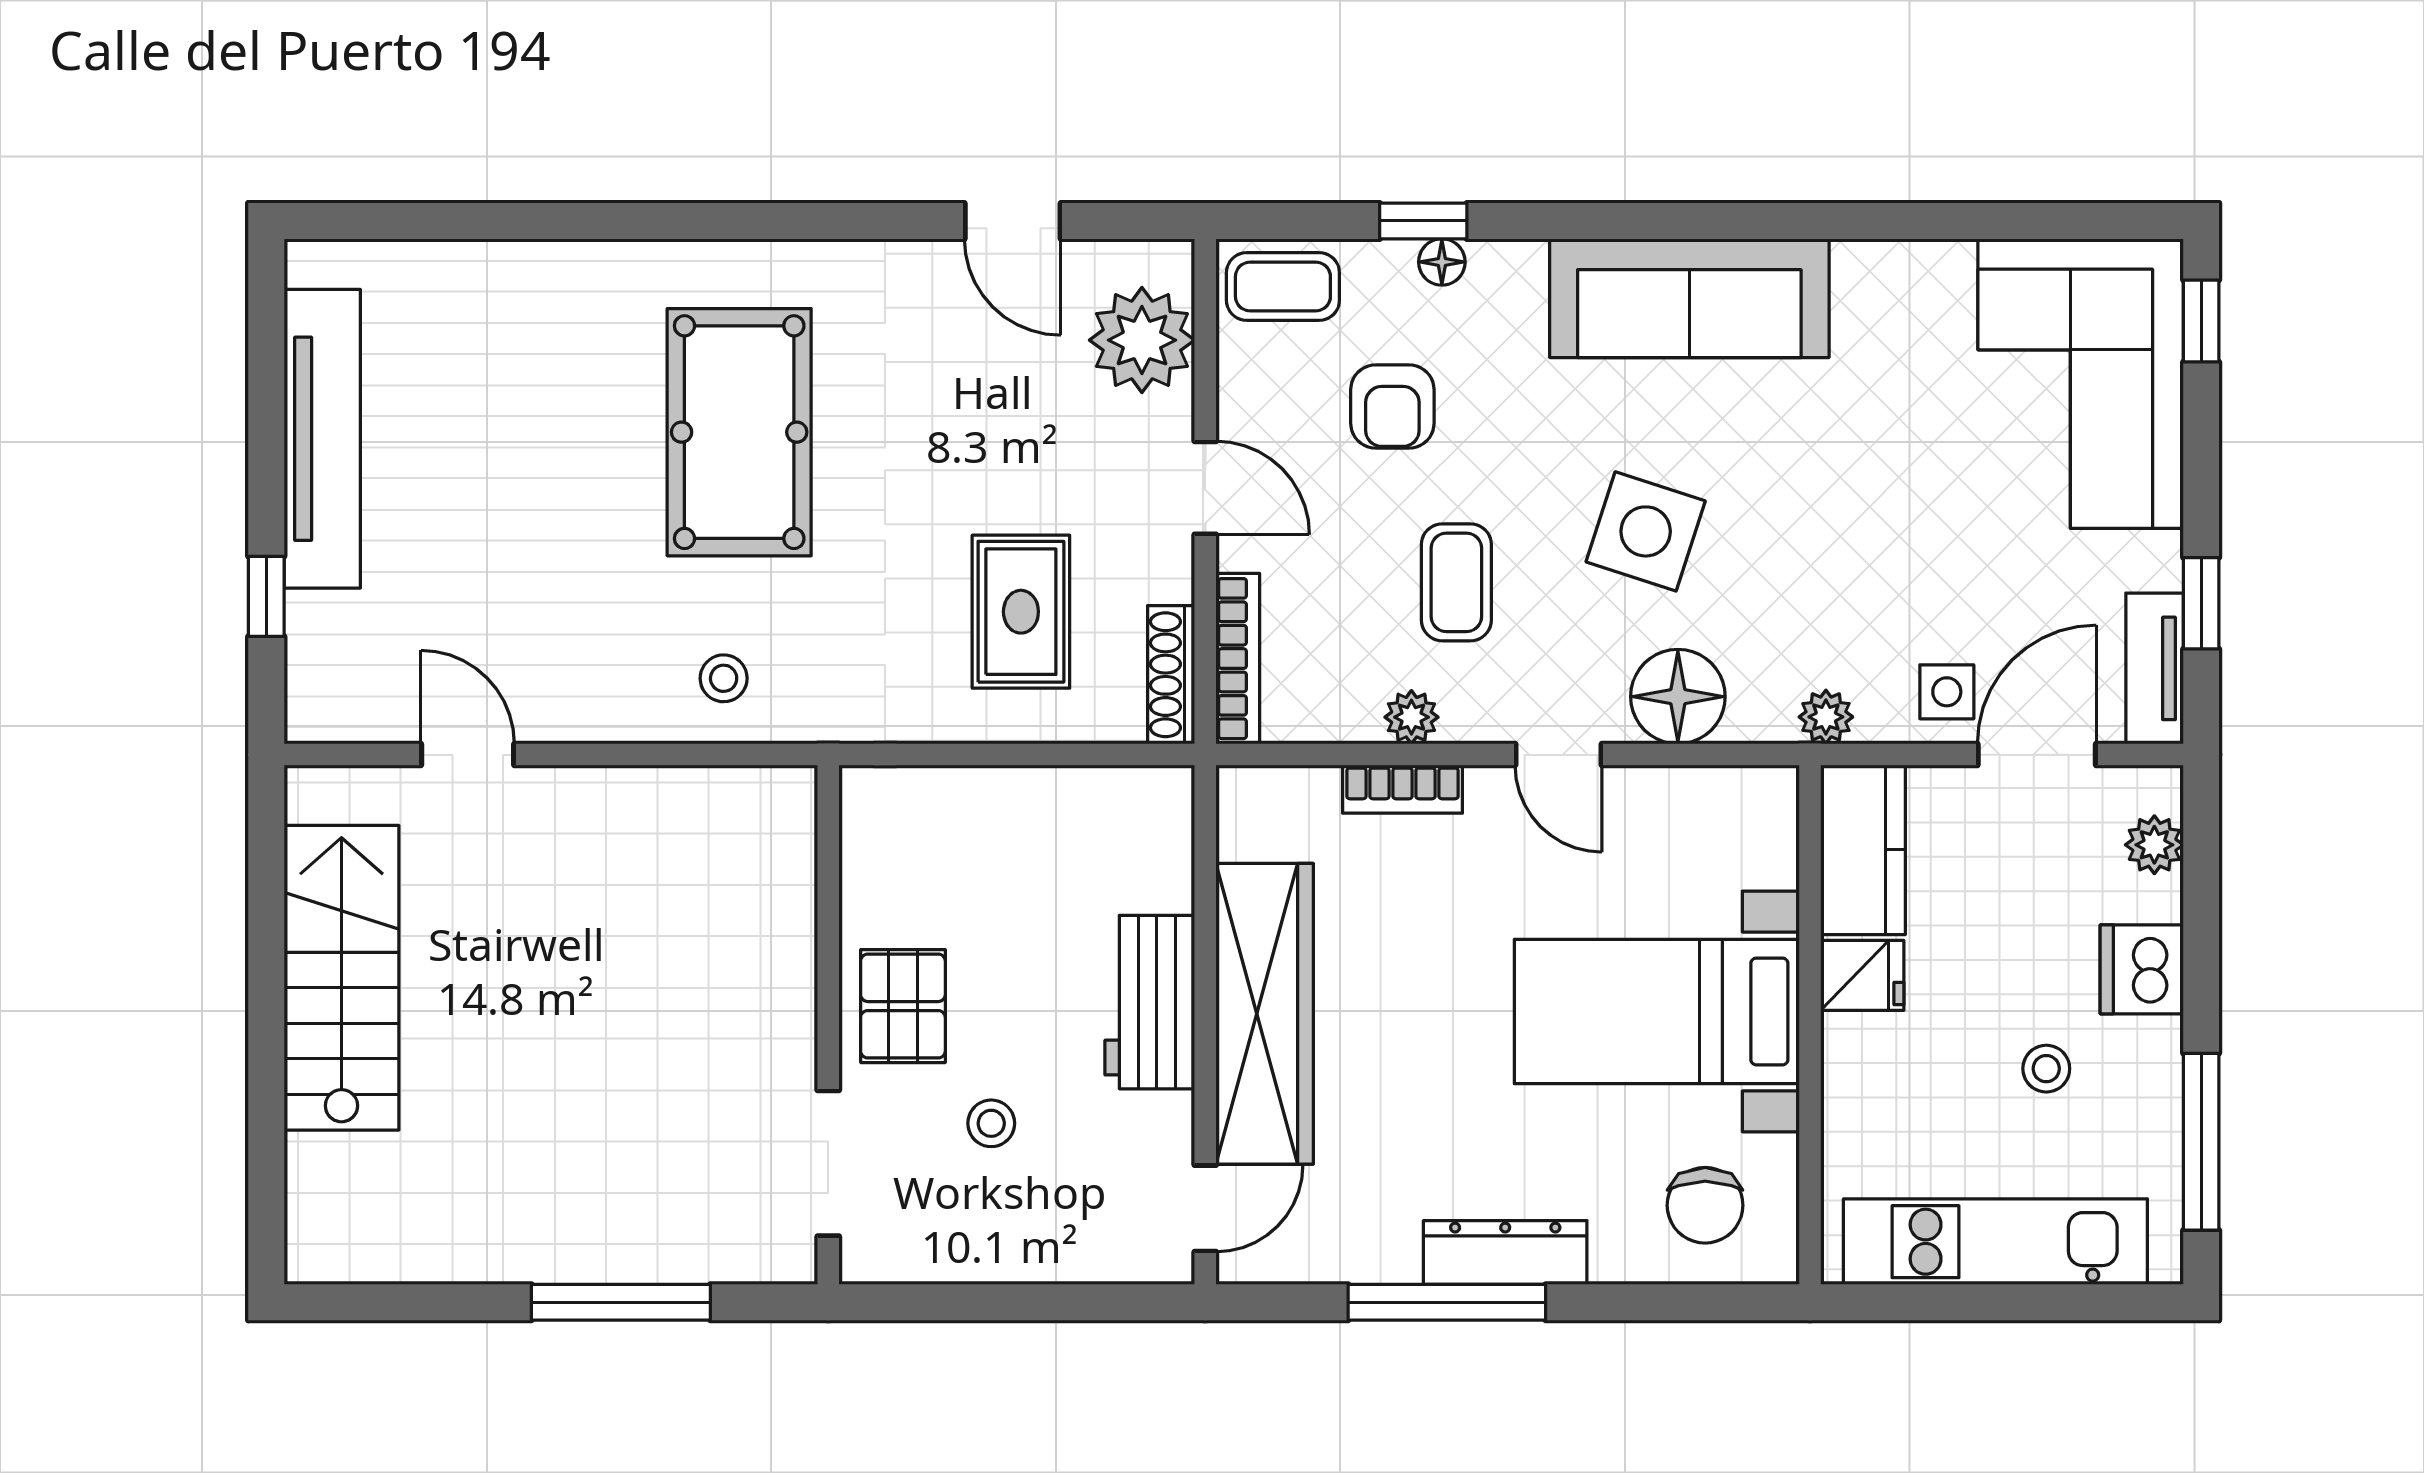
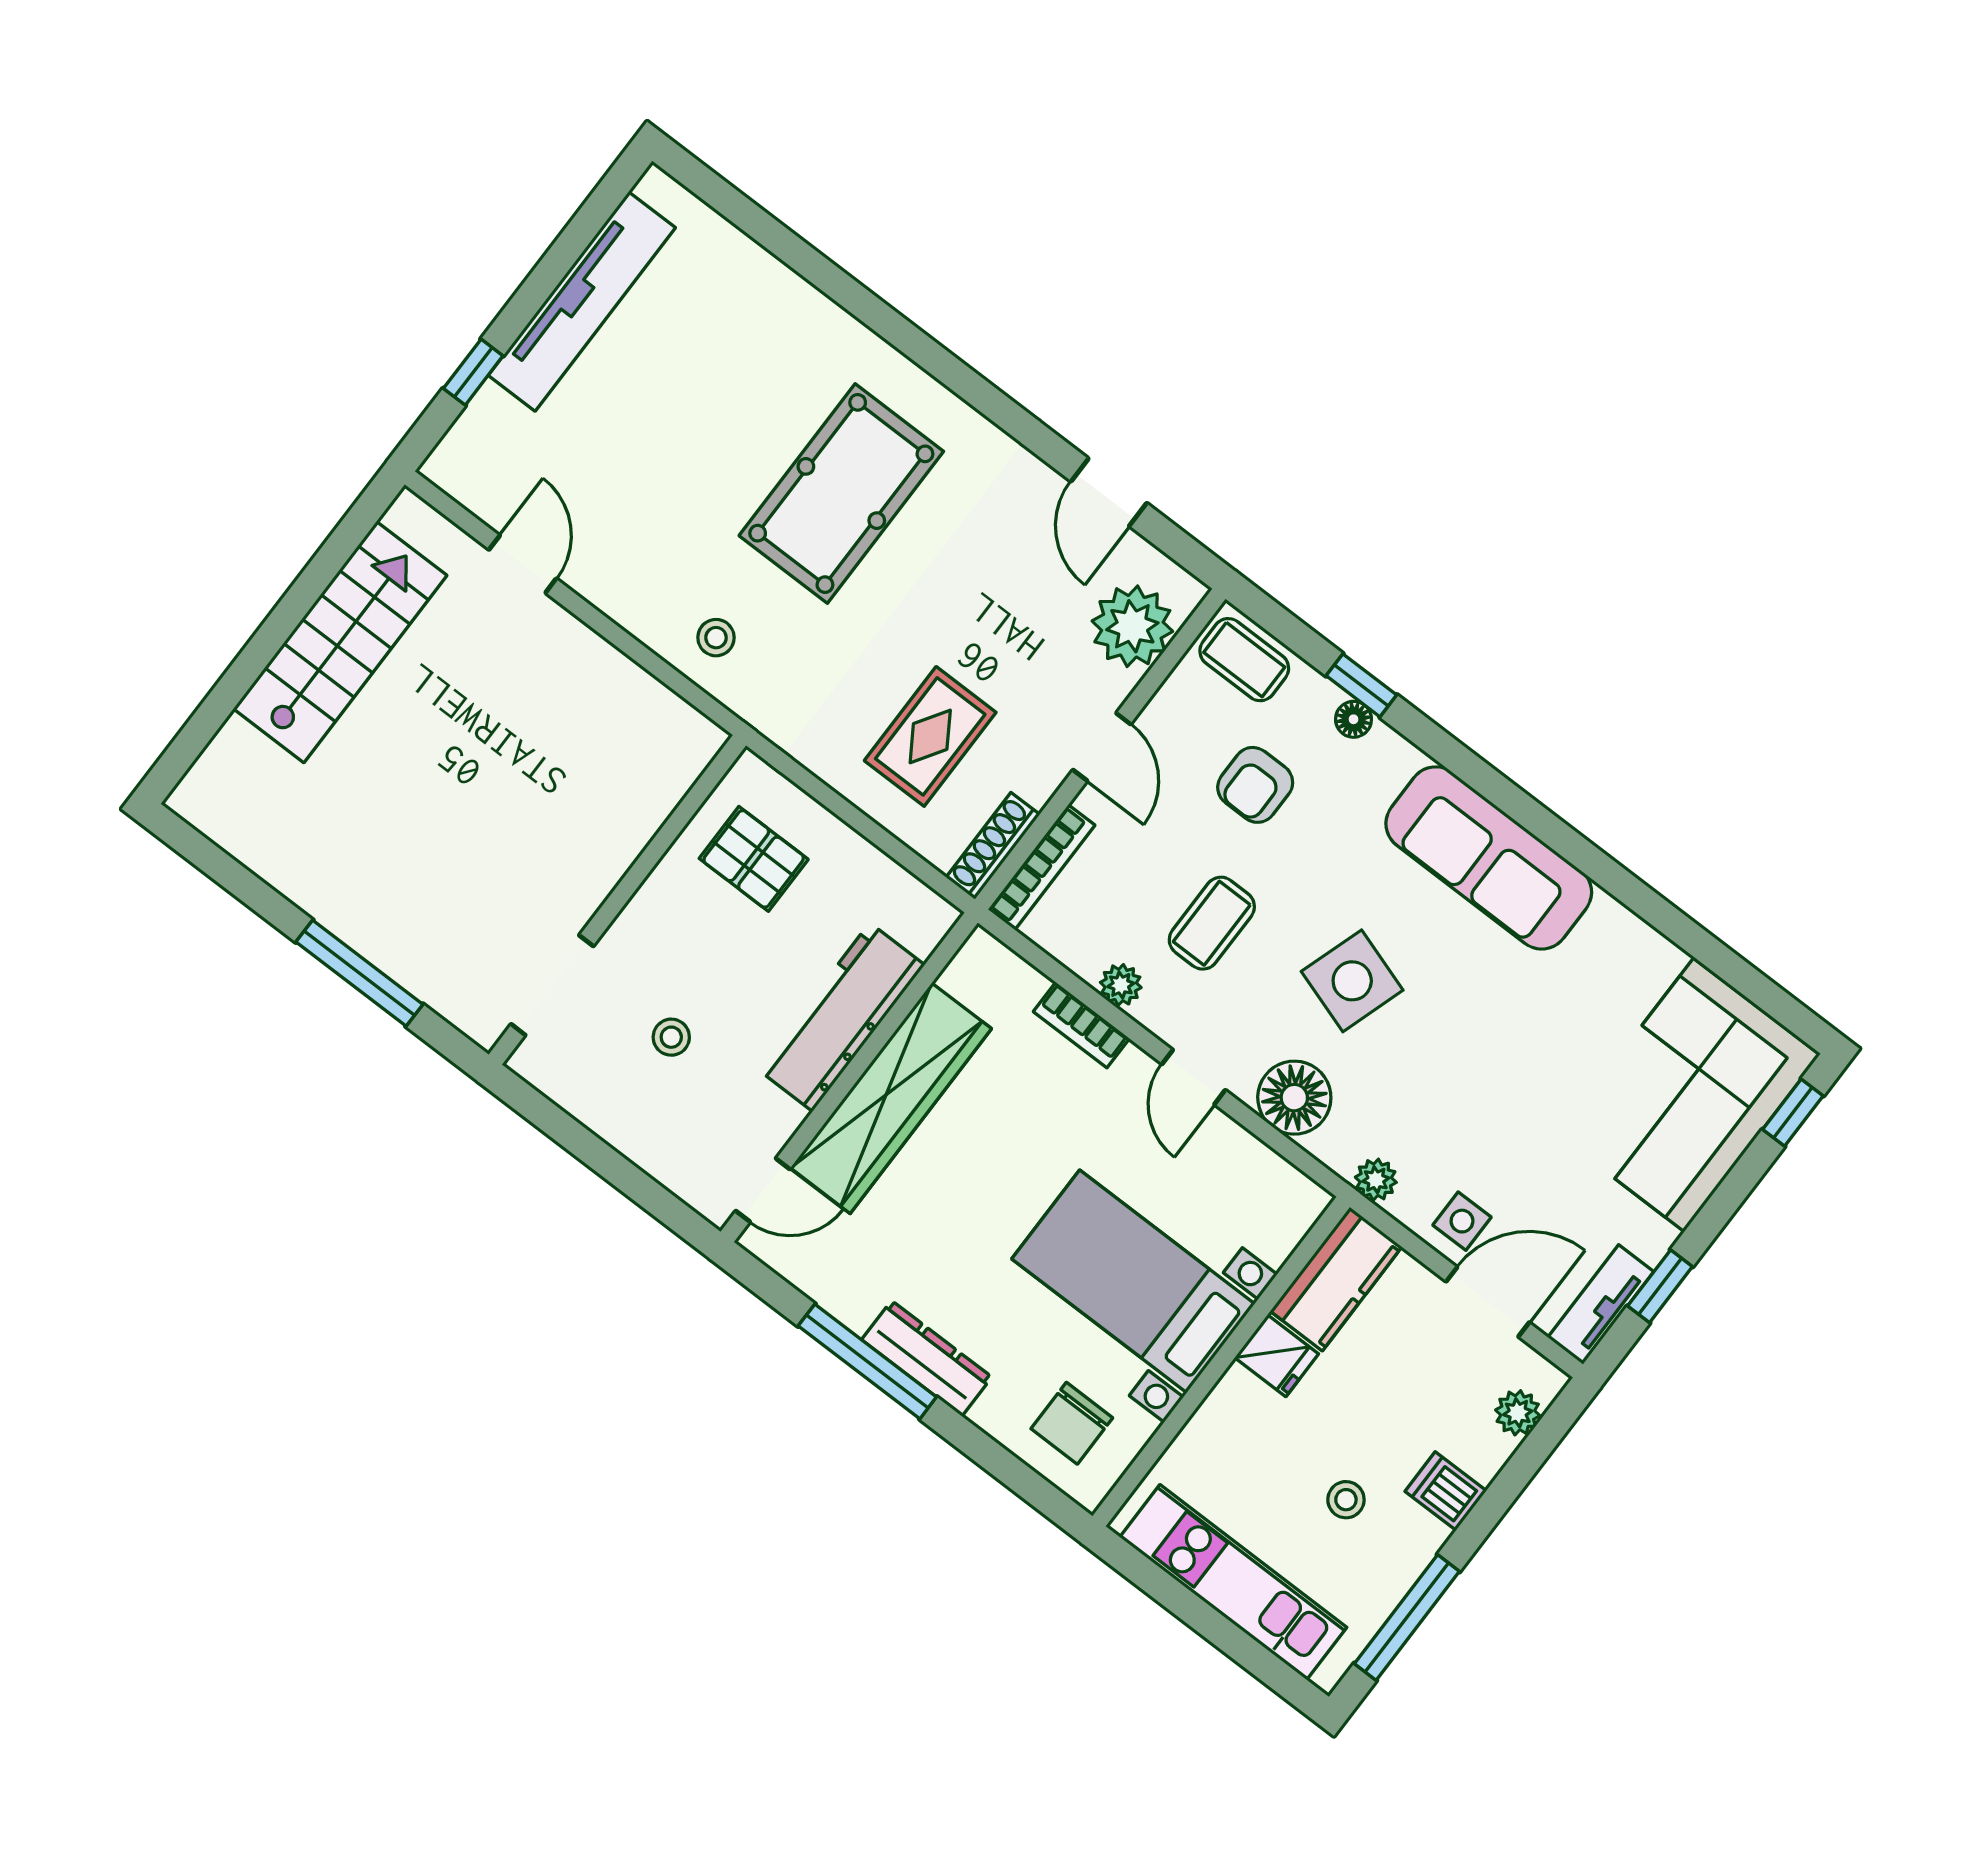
dishwasher: (2142, 969) -> (1446, 1491), width x0.73
workbench: (1150, 1002) -> (841, 1017), width x1.38
pallet: (903, 1006) -> (754, 859), moved, turned 90

